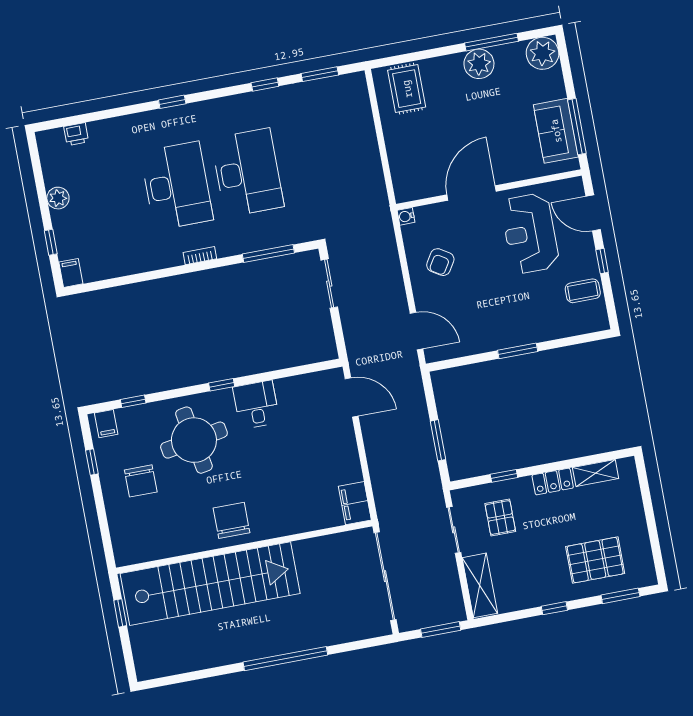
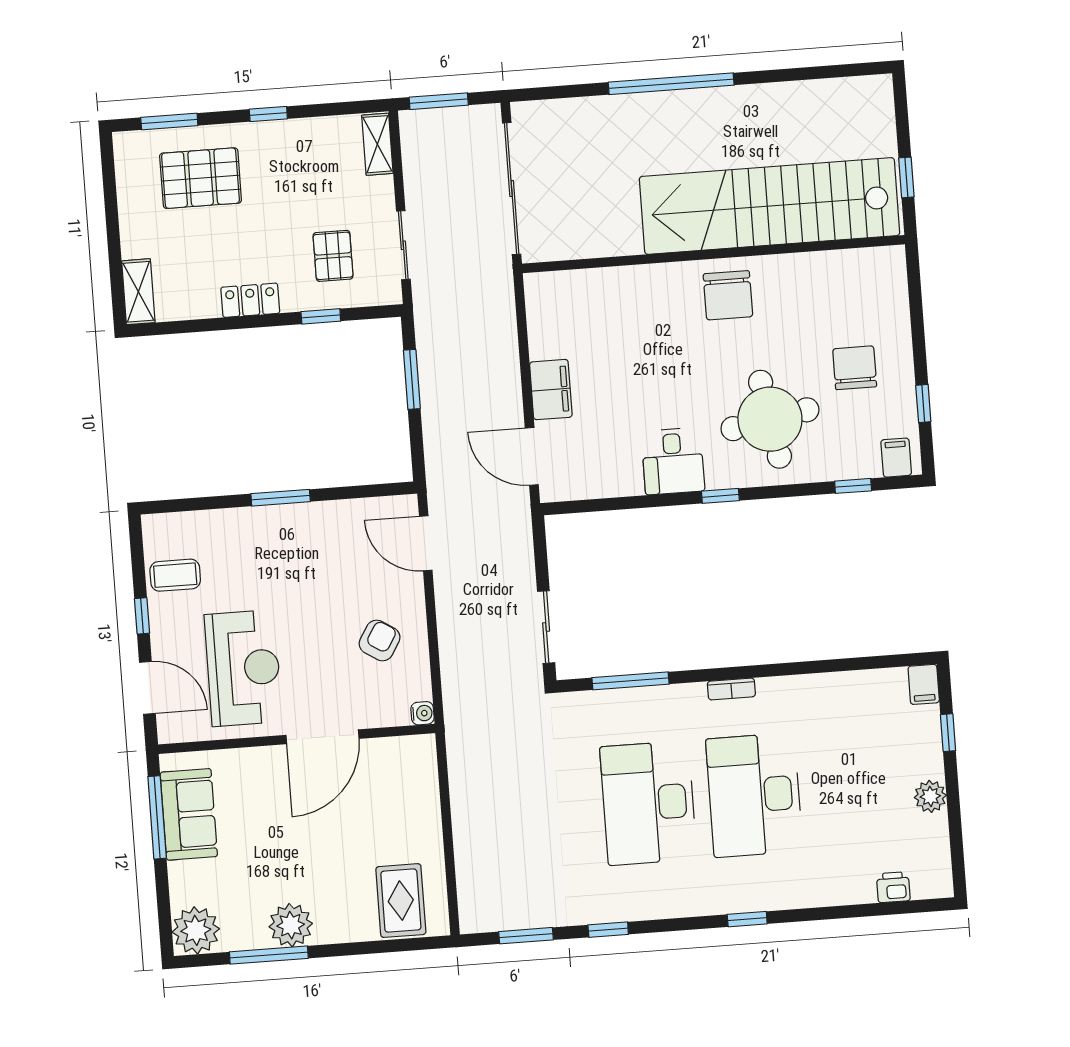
shelving: (596, 473) -> (138, 292), moved, turned 90
filing cabinet: (355, 503) -> (551, 390), moved
shelving: (480, 585) -> (377, 144), width x0.67, depth x0.75

